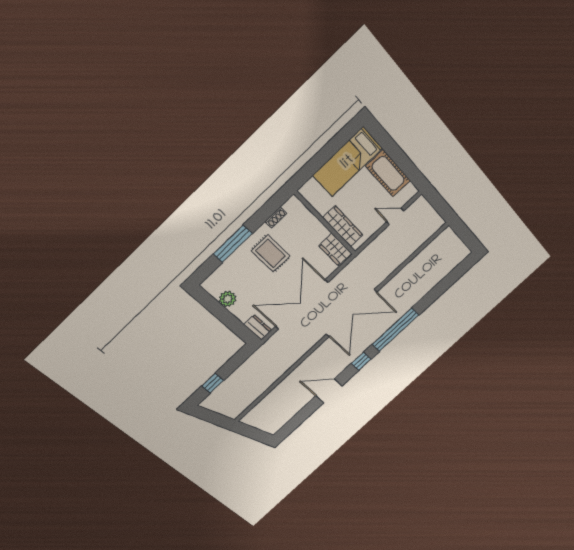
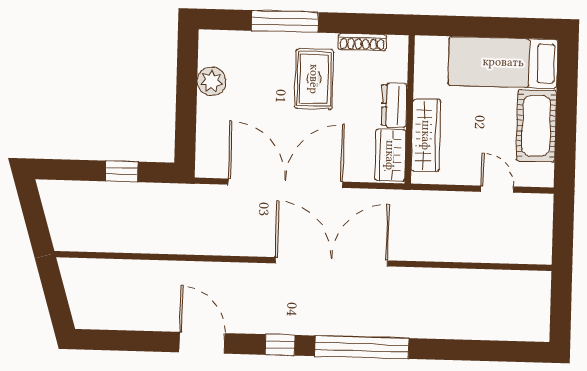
shoe rack: (276, 217) -> (362, 42), width x1.43
double door: (352, 313) -> (331, 262), swing flipped
dresser: (258, 327) -> (394, 105), moved, turned 180
window: (213, 383) -> (122, 171), moved

